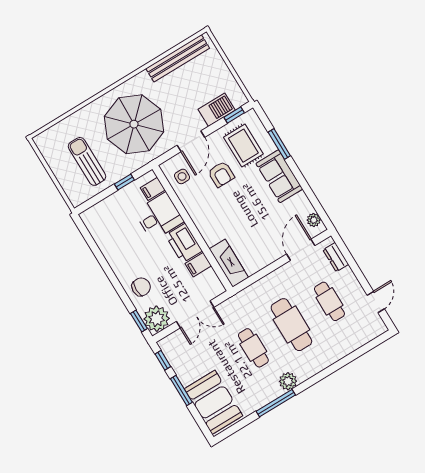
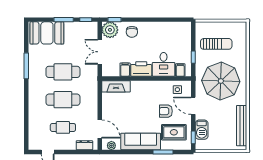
sofa: (279, 176) -> (141, 141), width x1.36
cafe table: (253, 348) -> (63, 72), width x1.37, depth x1.35
plant: (288, 381) -> (34, 79), removed

